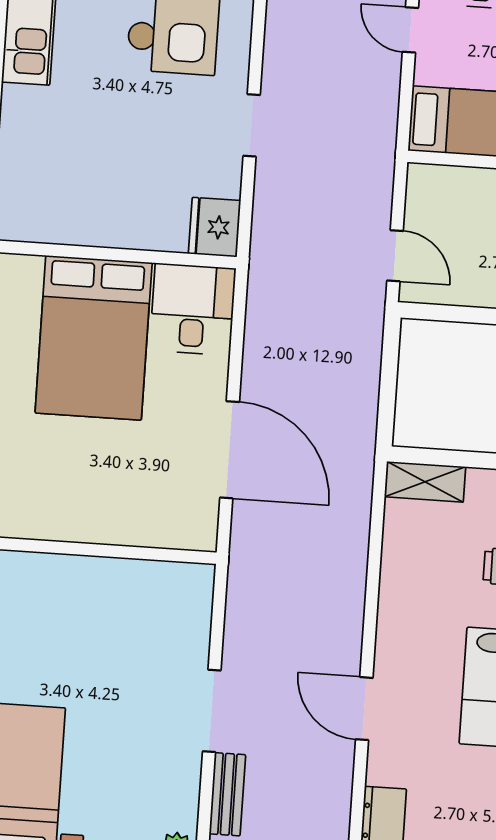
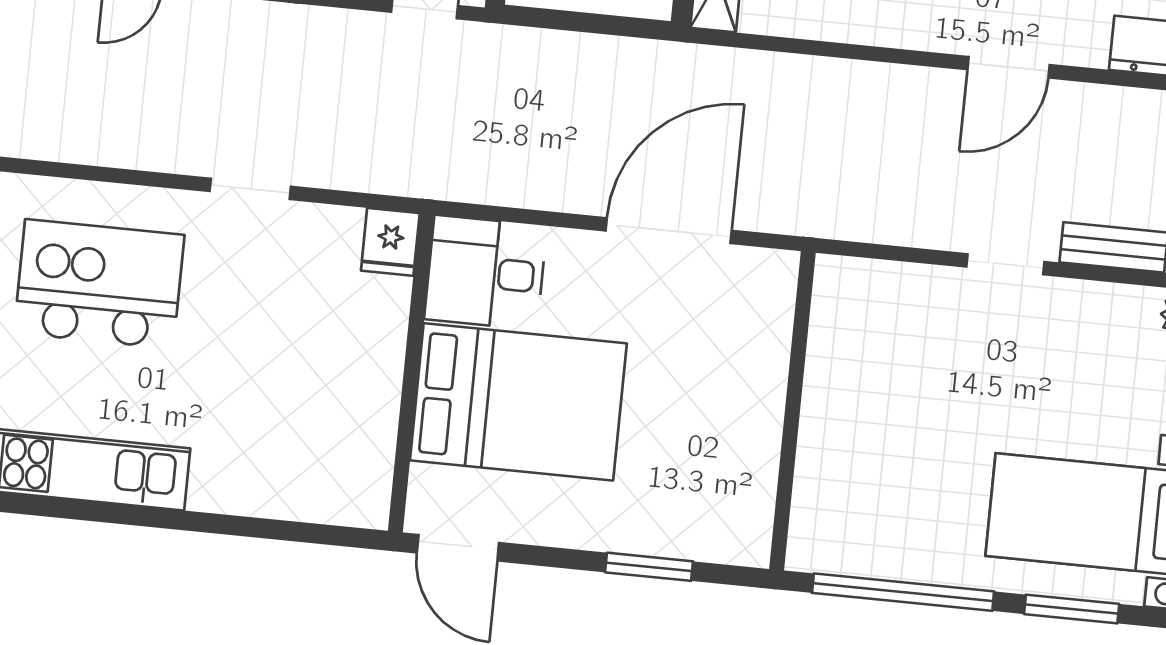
fridge: (215, 227) -> (390, 242), width x0.72
doorway: (212, 711) -> (1005, 264), width x0.73

